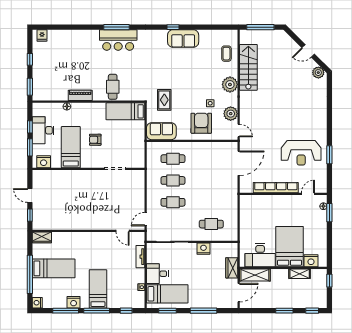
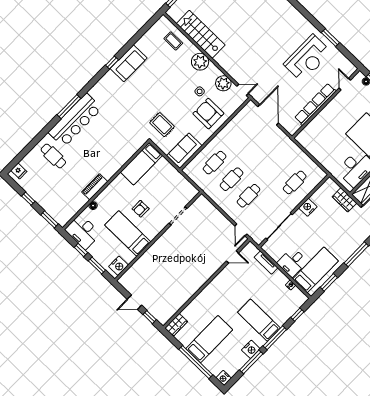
bar counter: (118, 40) -> (75, 120), width x1.36
cafe table: (113, 87) -> (53, 156), moved
desk: (43, 130) -> (83, 232), moved

